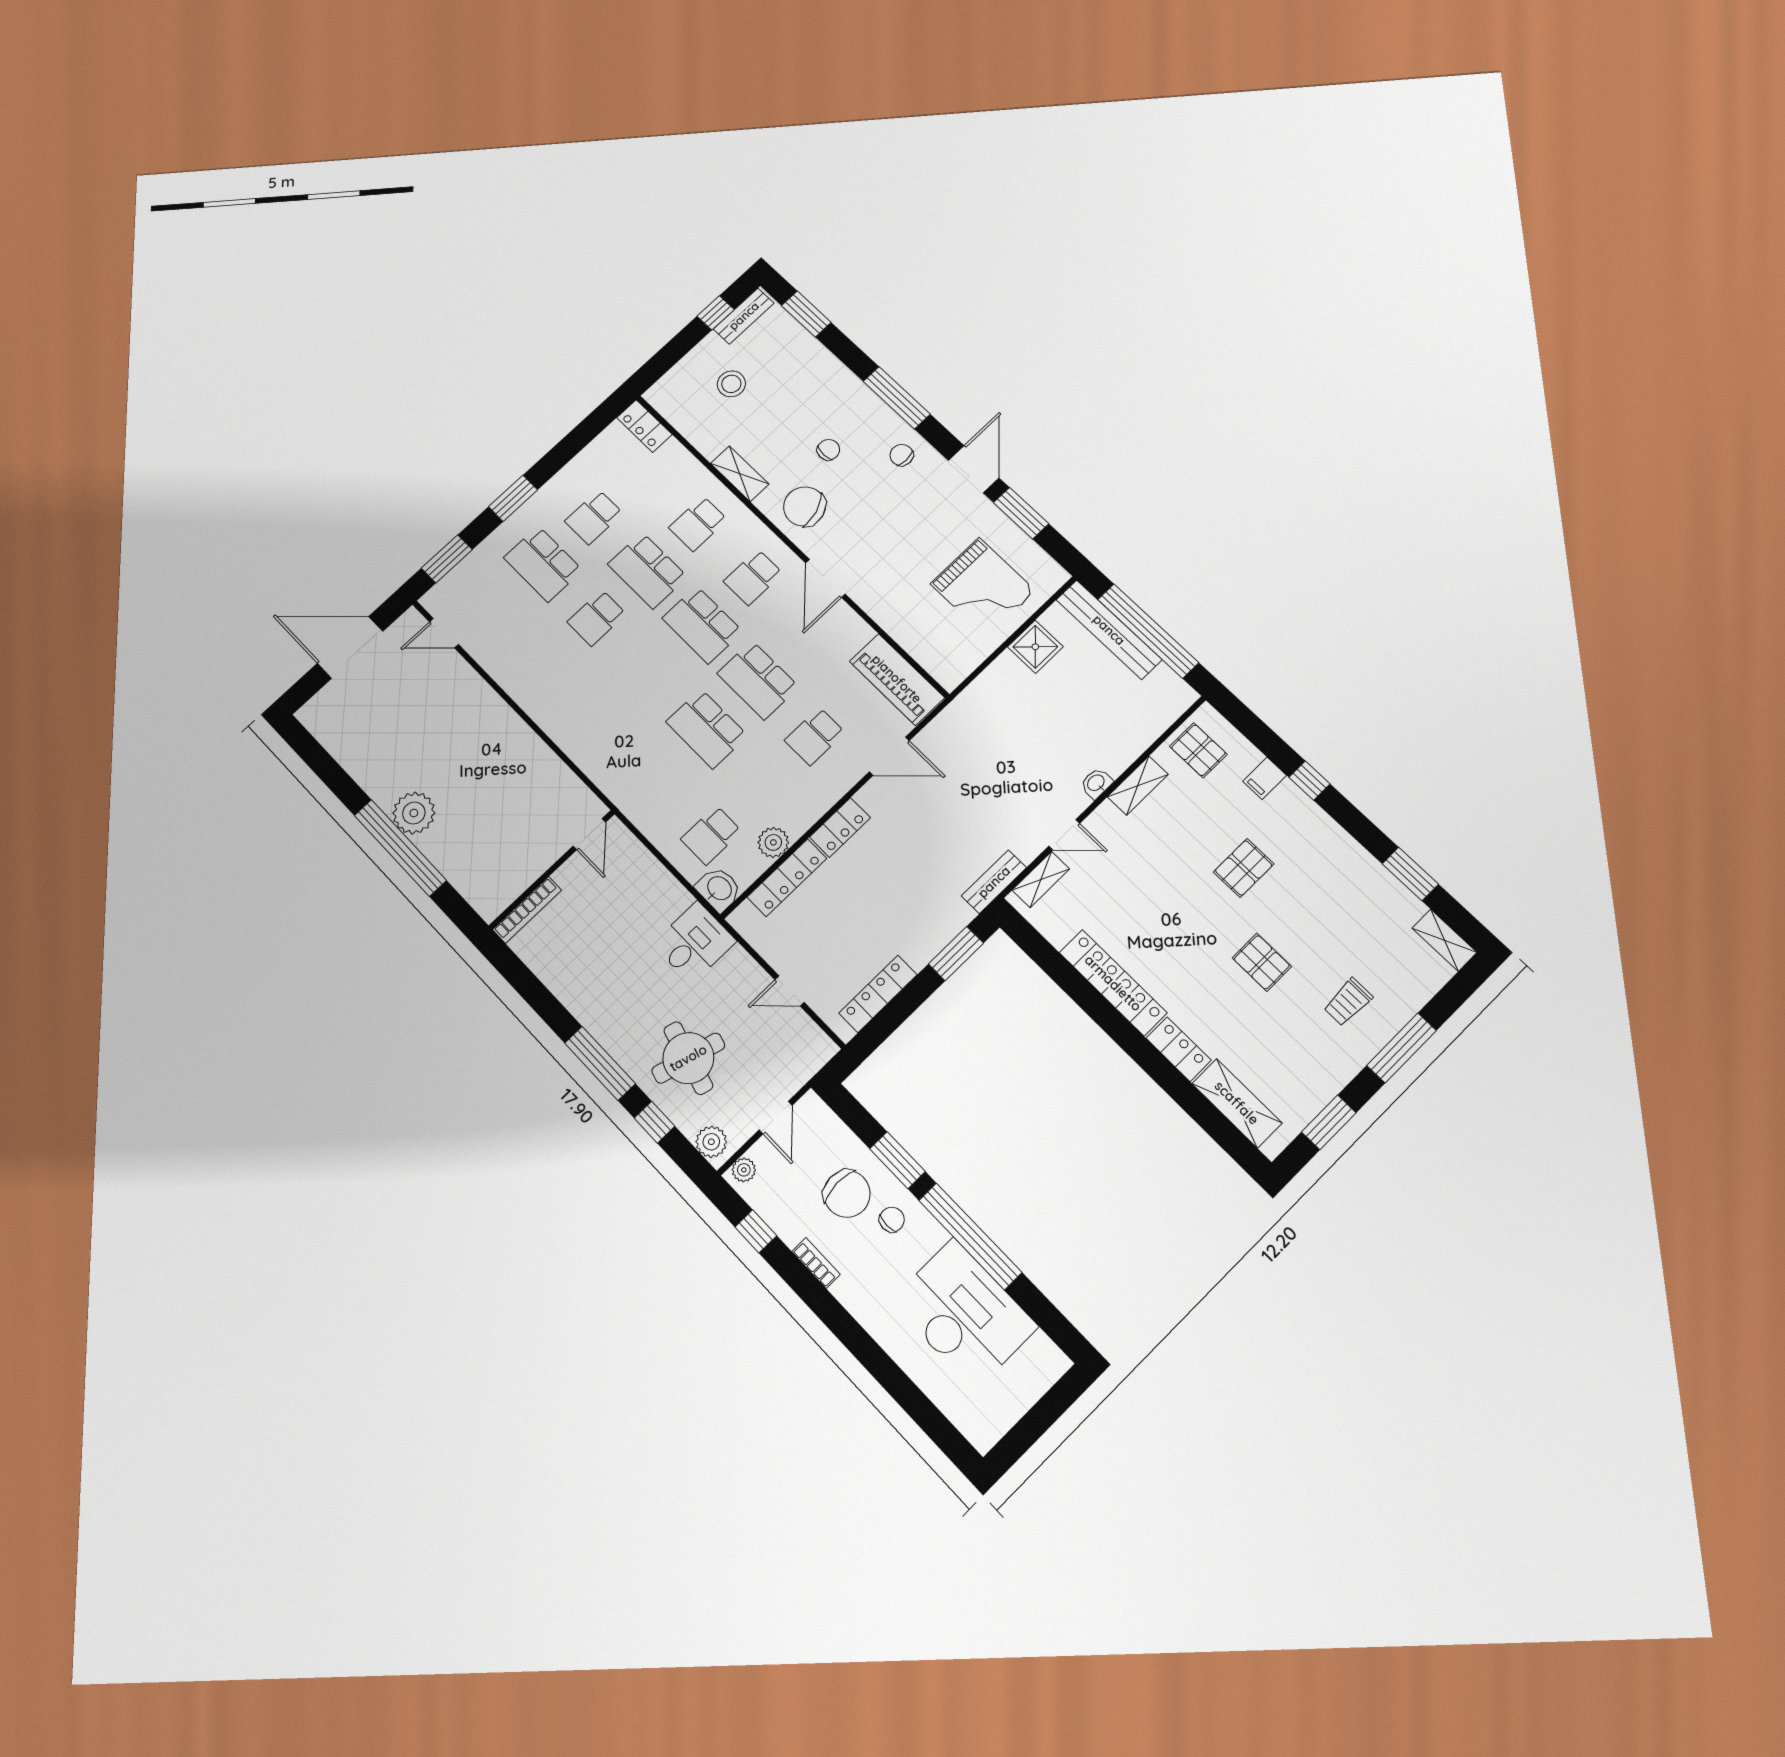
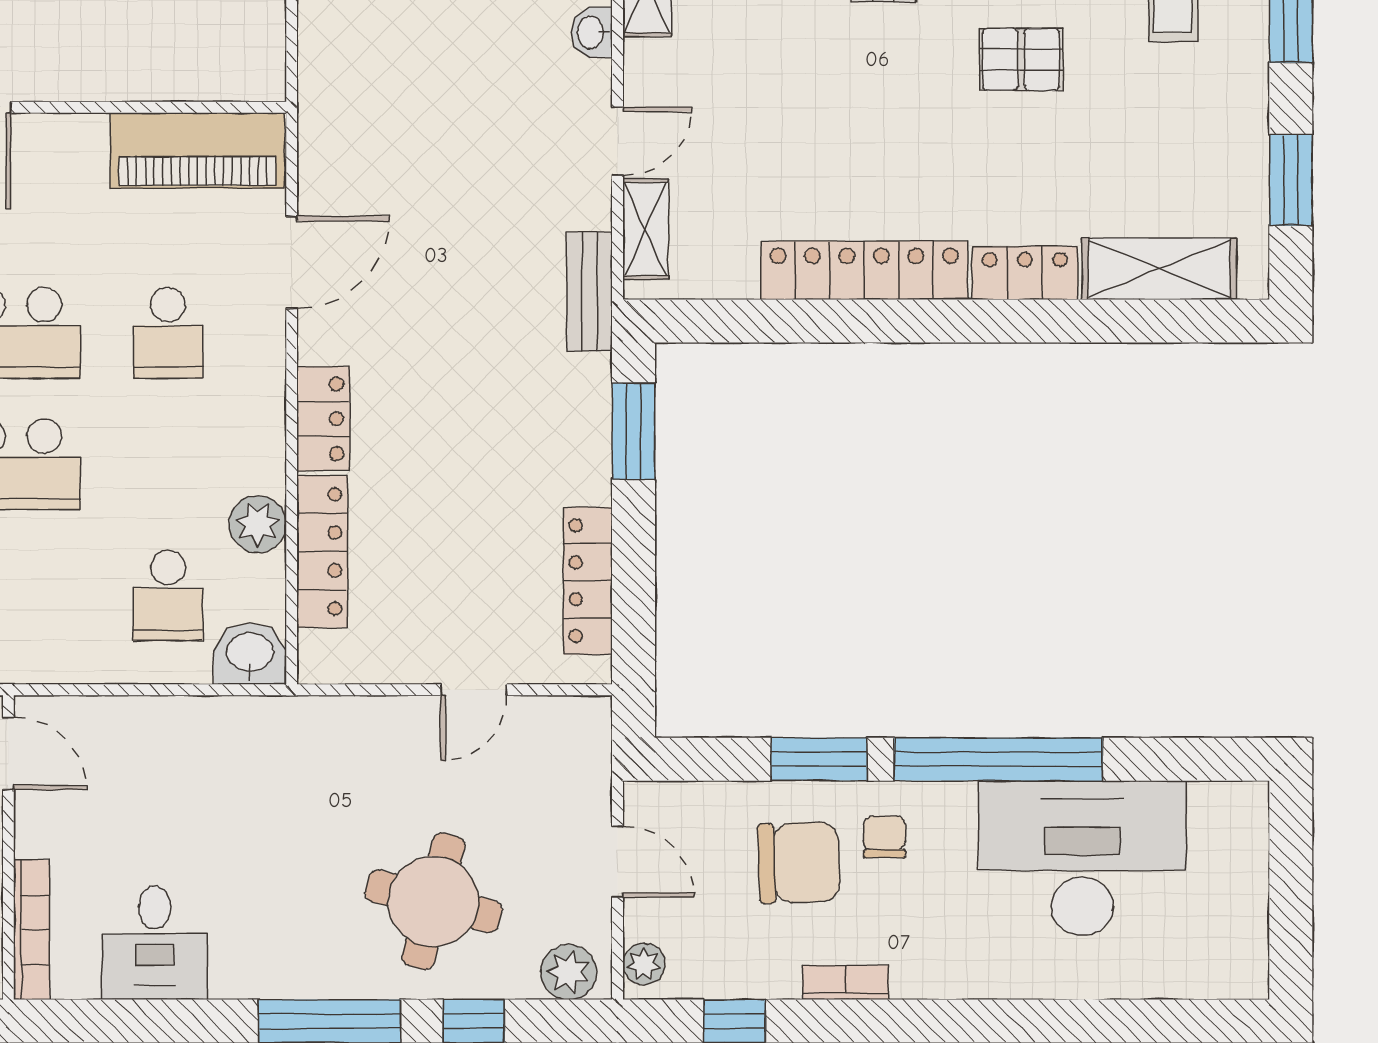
desk: (694, 943) -> (155, 943), moved, turned 180

